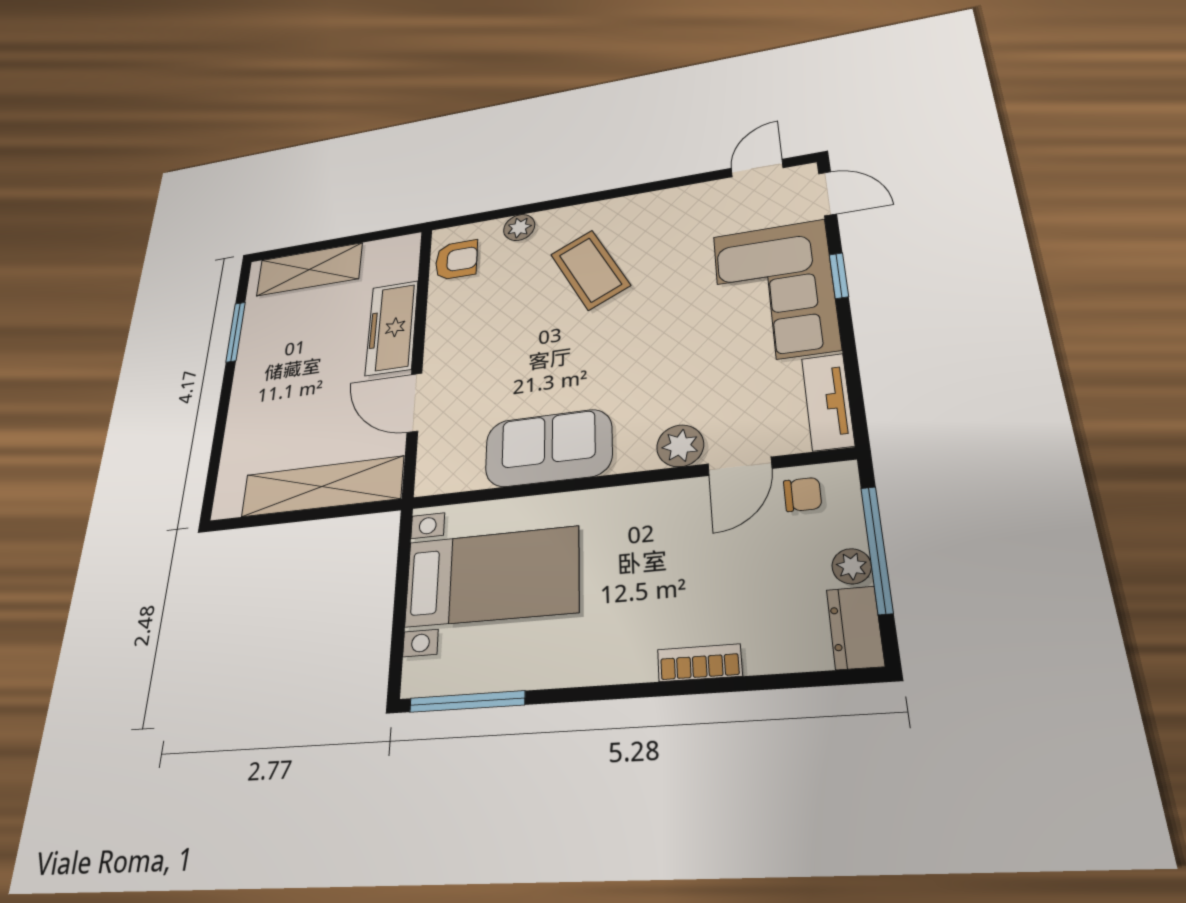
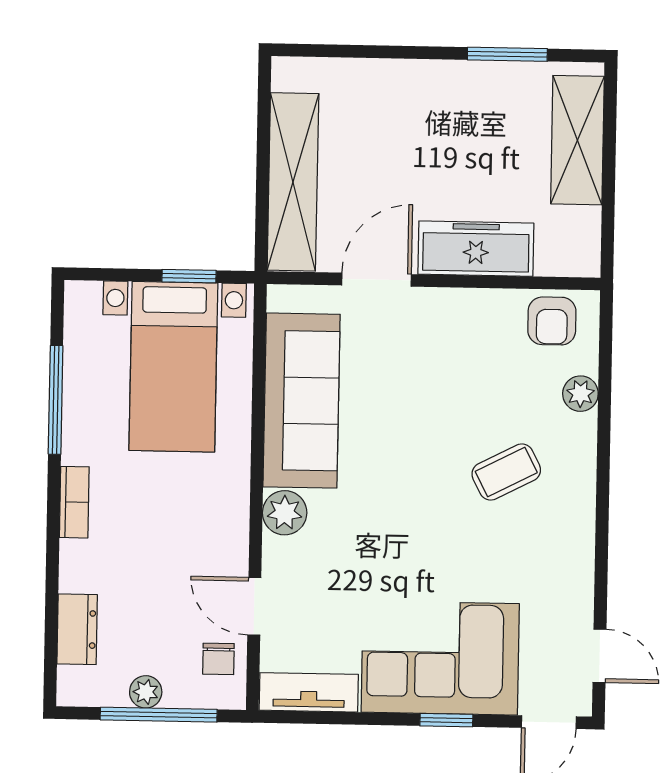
coffee table: (590, 270) -> (506, 472), width x0.73, depth x0.77
plant: (680, 446) -> (285, 513), moved
sofa: (548, 448) -> (302, 401), width x1.36
window: (402, 571) -> (189, 276), added
dresser: (855, 628) -> (77, 629), moved, turned 90
bookcase: (699, 663) -> (74, 502), moved
window: (467, 702) -> (56, 400), moved

